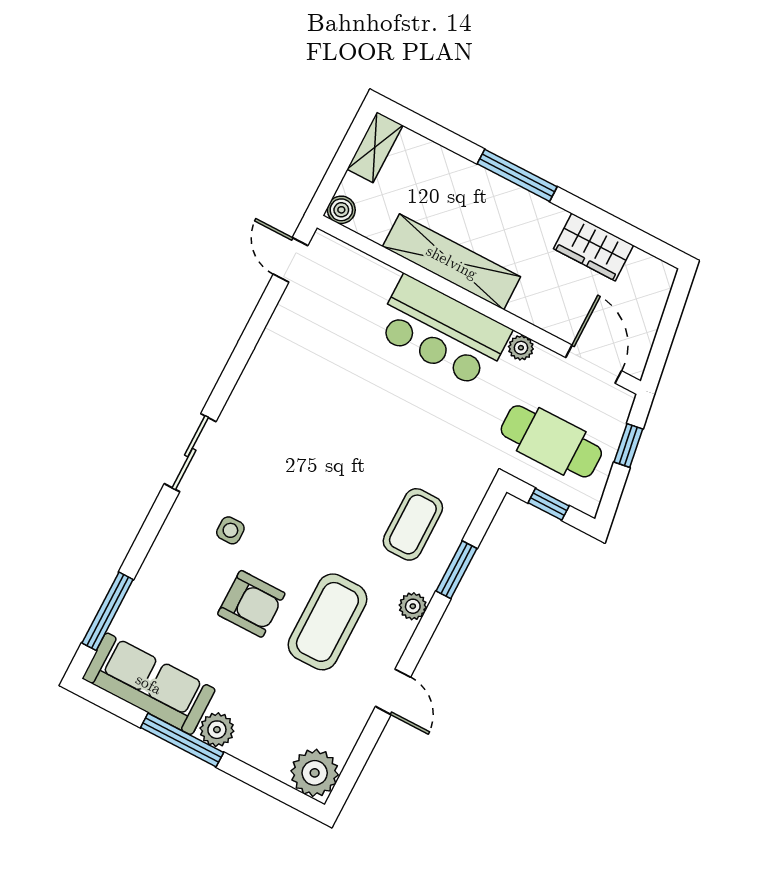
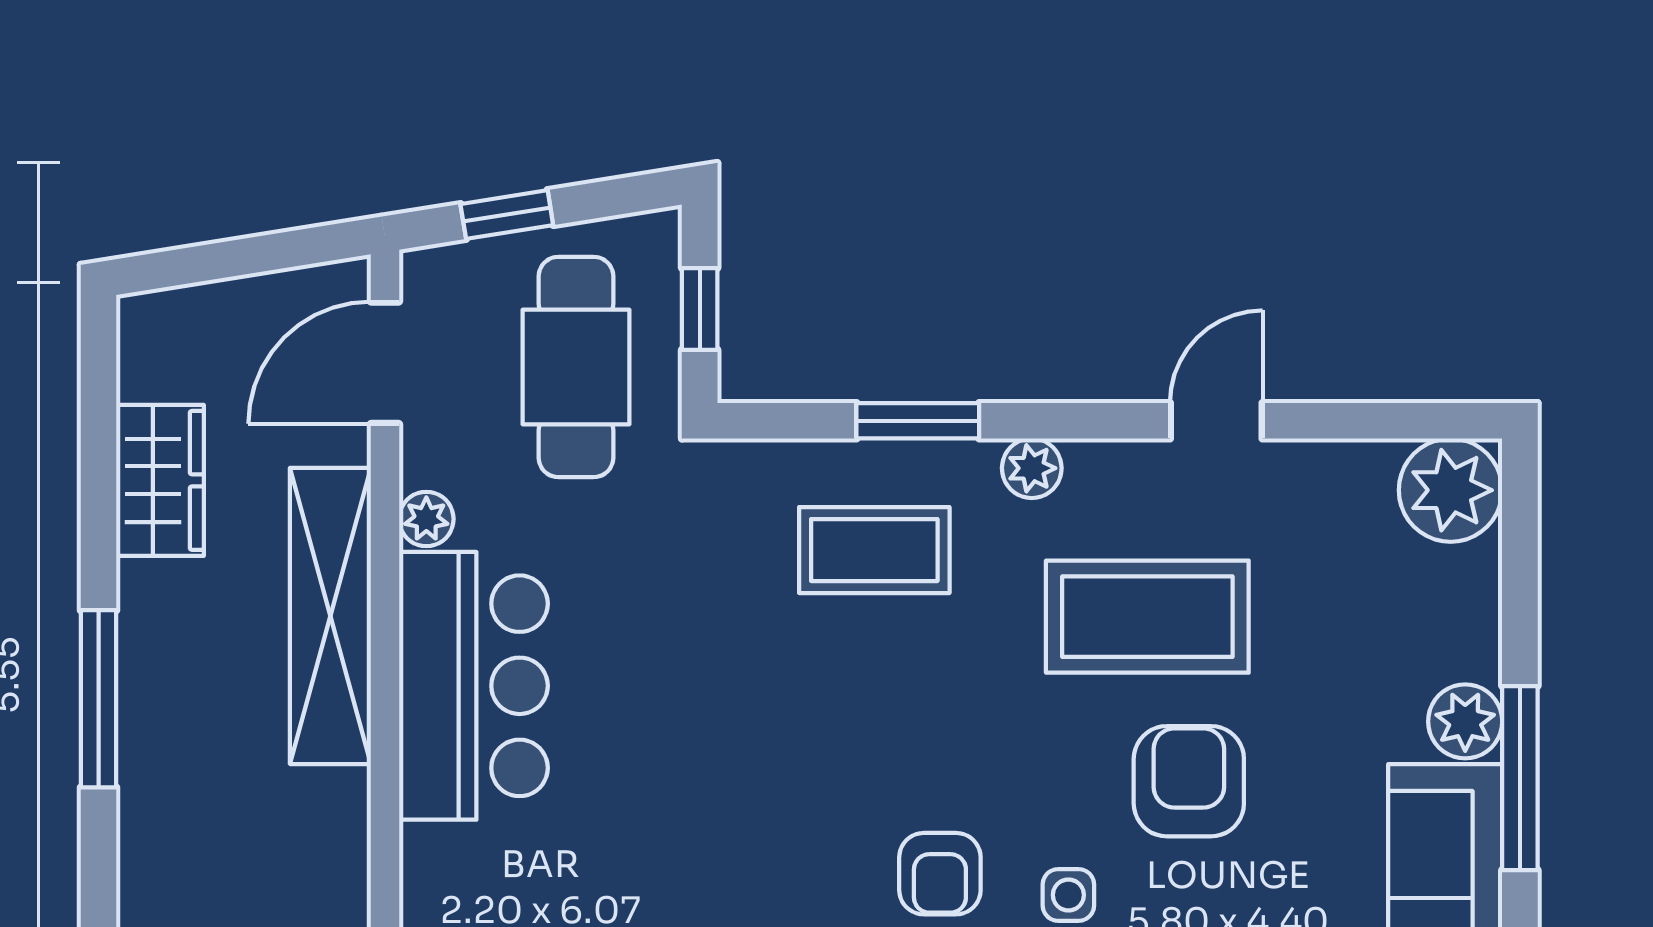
shelving: (452, 262) -> (330, 616), moved
armchair: (266, 482) -> (940, 874), added

